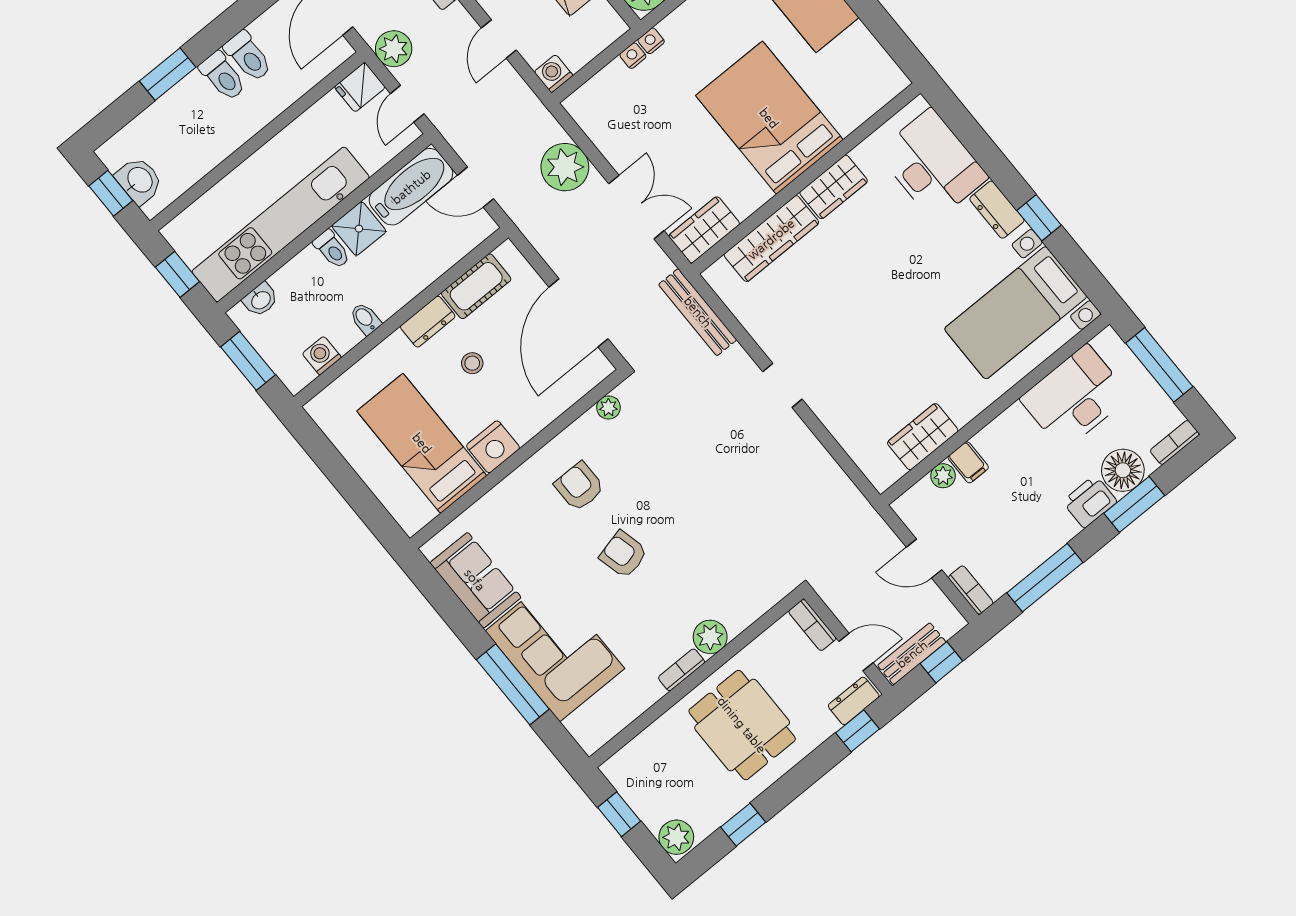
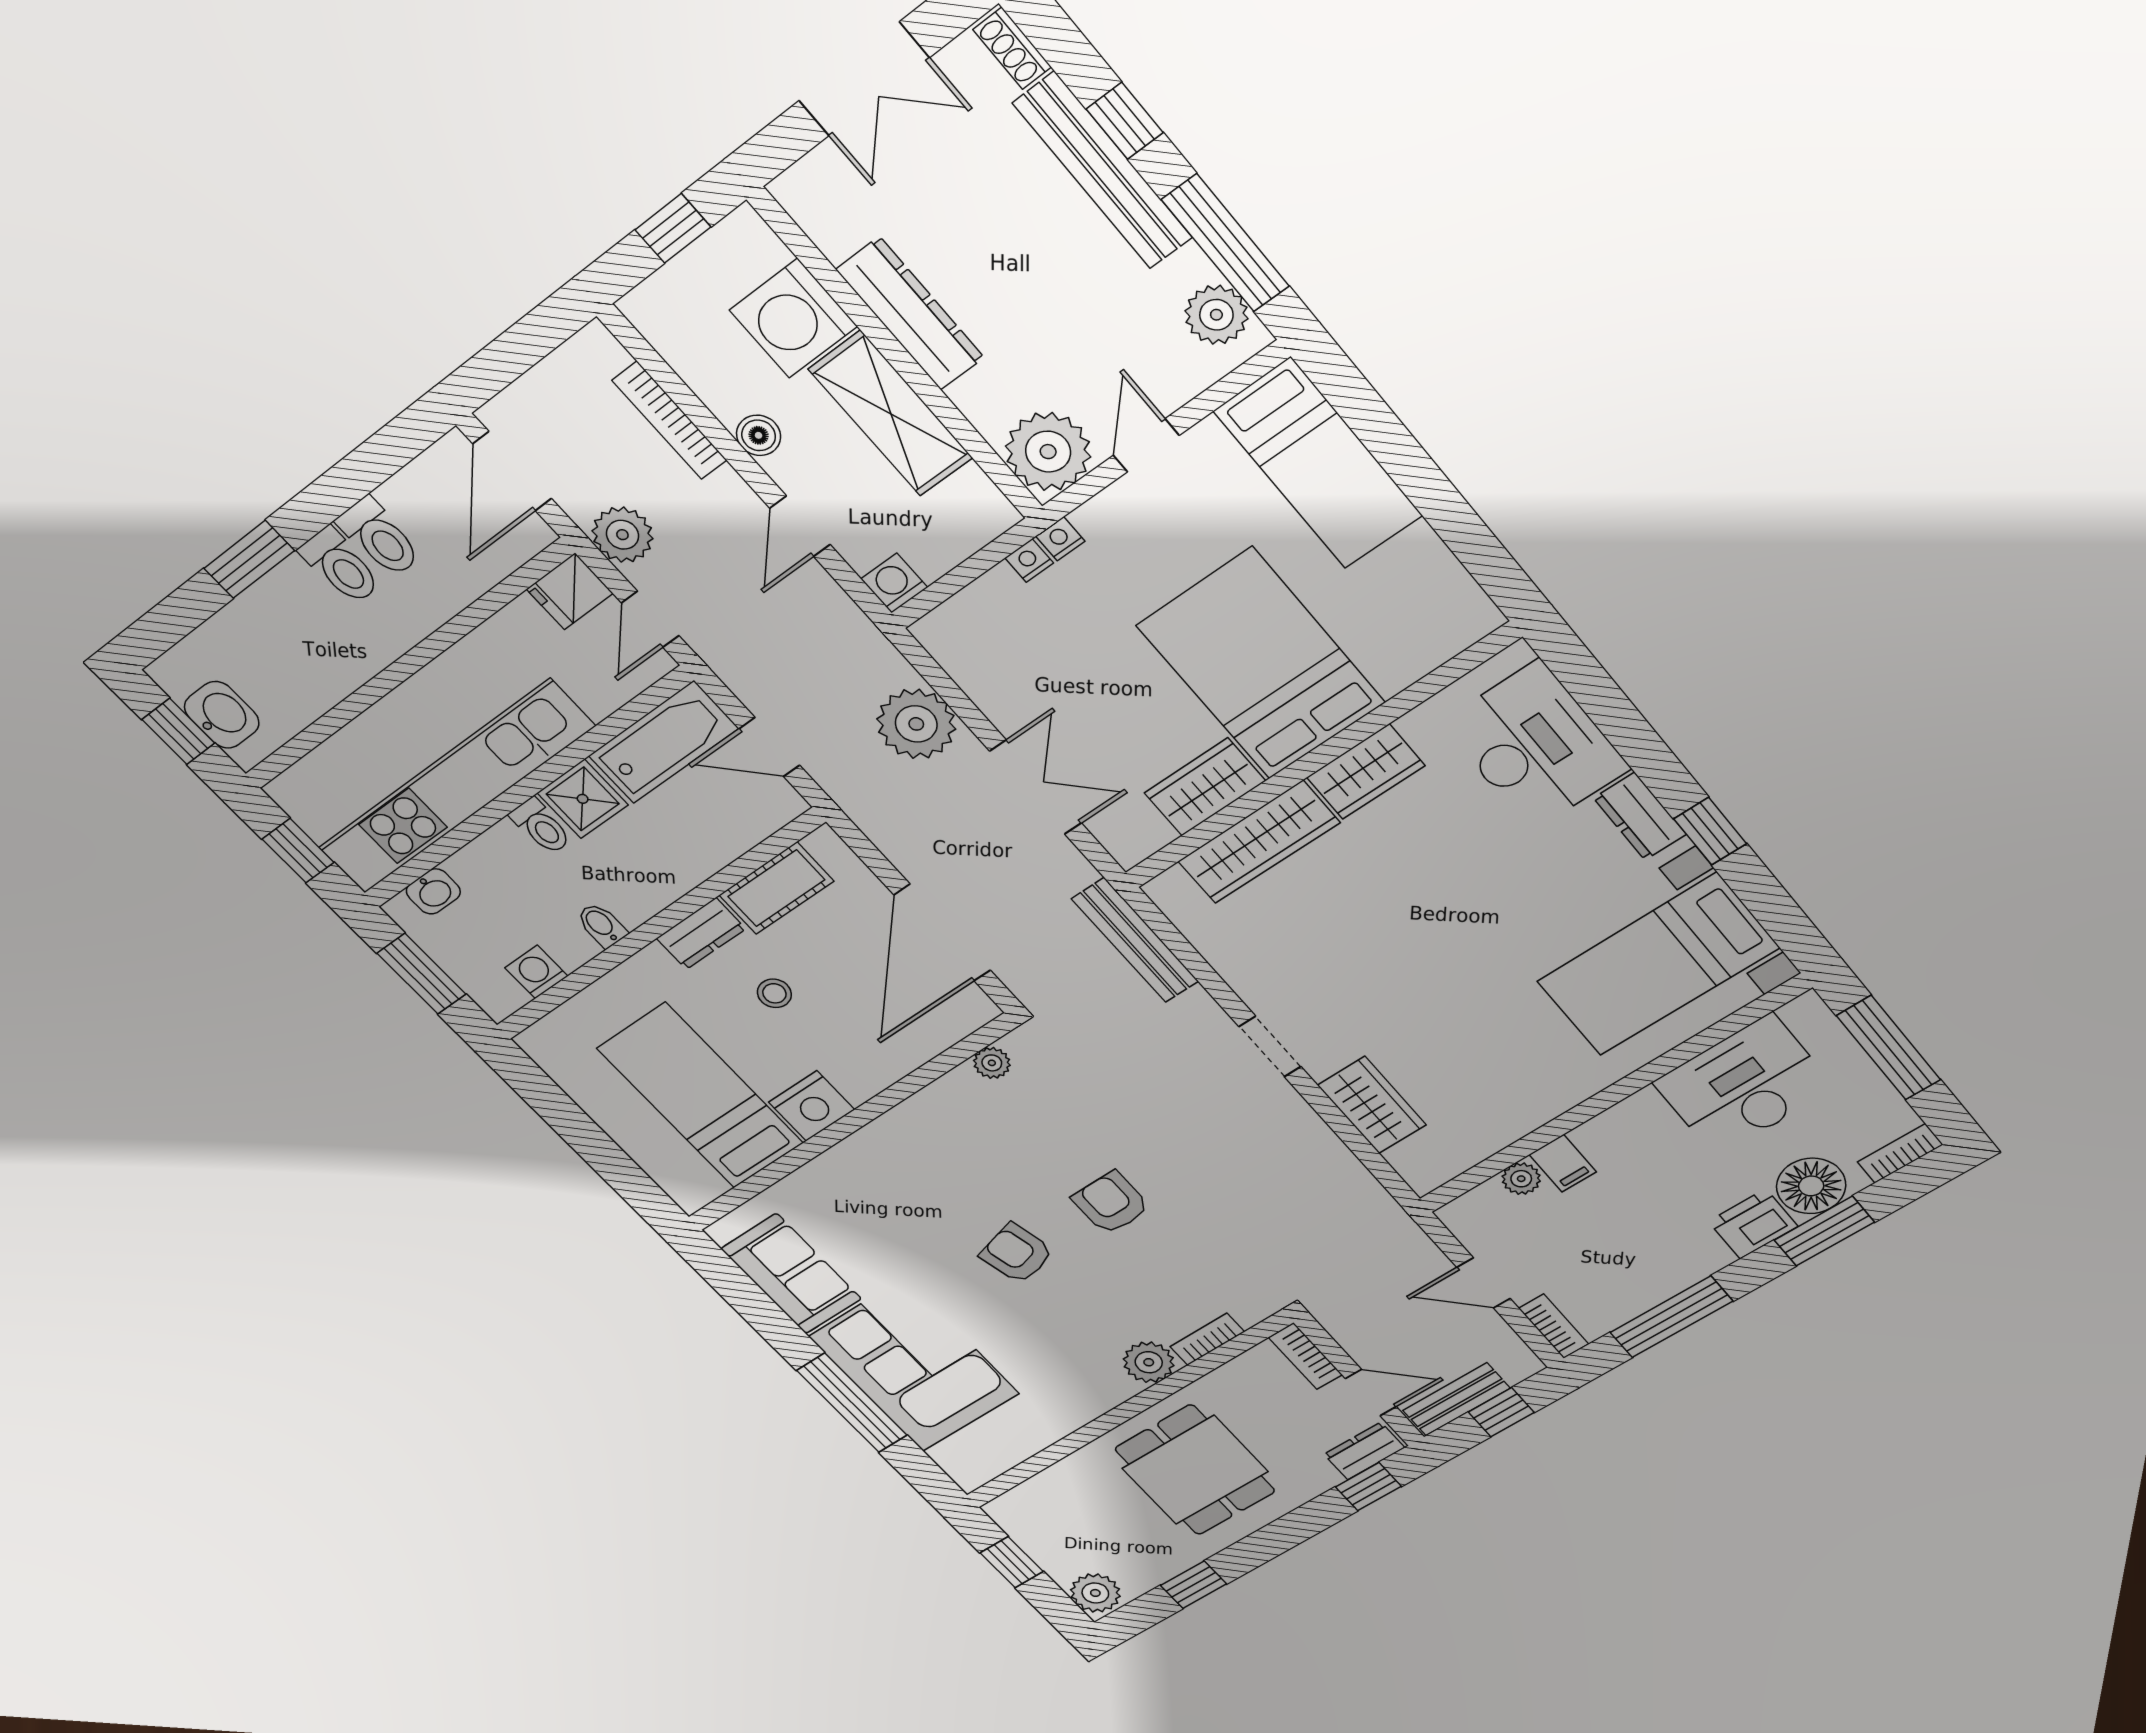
wardrobe: (704, 230) -> (1205, 787), moved
wardrobe: (923, 437) -> (1372, 1105), moved, turned 90
armchair: (579, 486) -> (1111, 1203), moved
bookcase: (682, 670) -> (1207, 1339), moved

